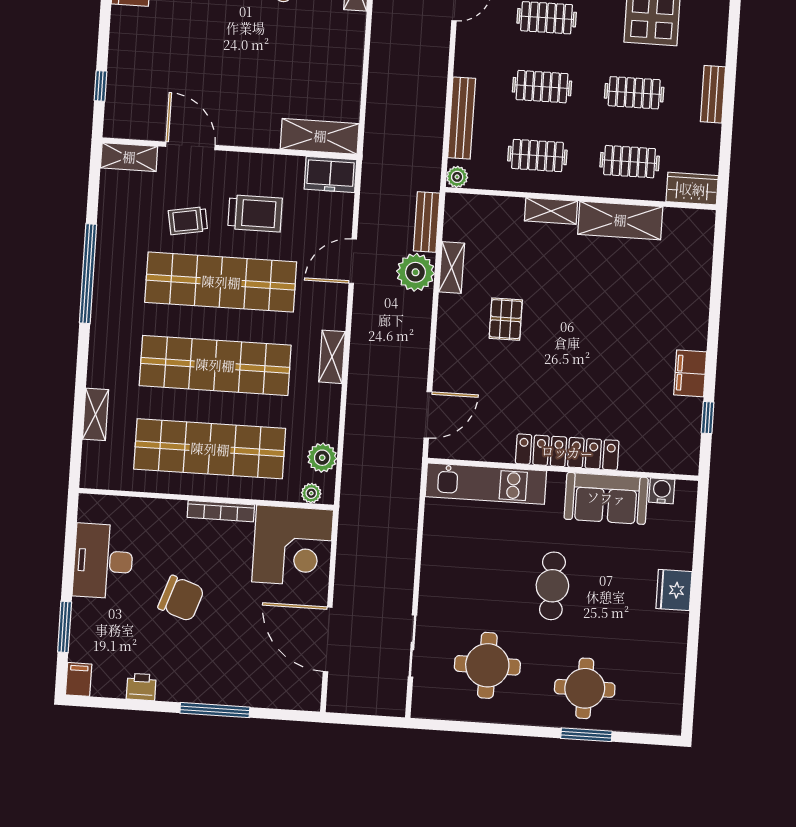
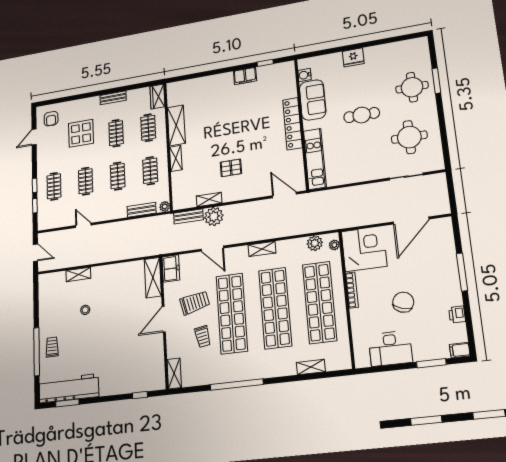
bench: (462, 118) -> (142, 210), width x0.73
door: (190, 146) -> (164, 319), moved
trolley: (255, 213) -> (195, 303), turned 77

